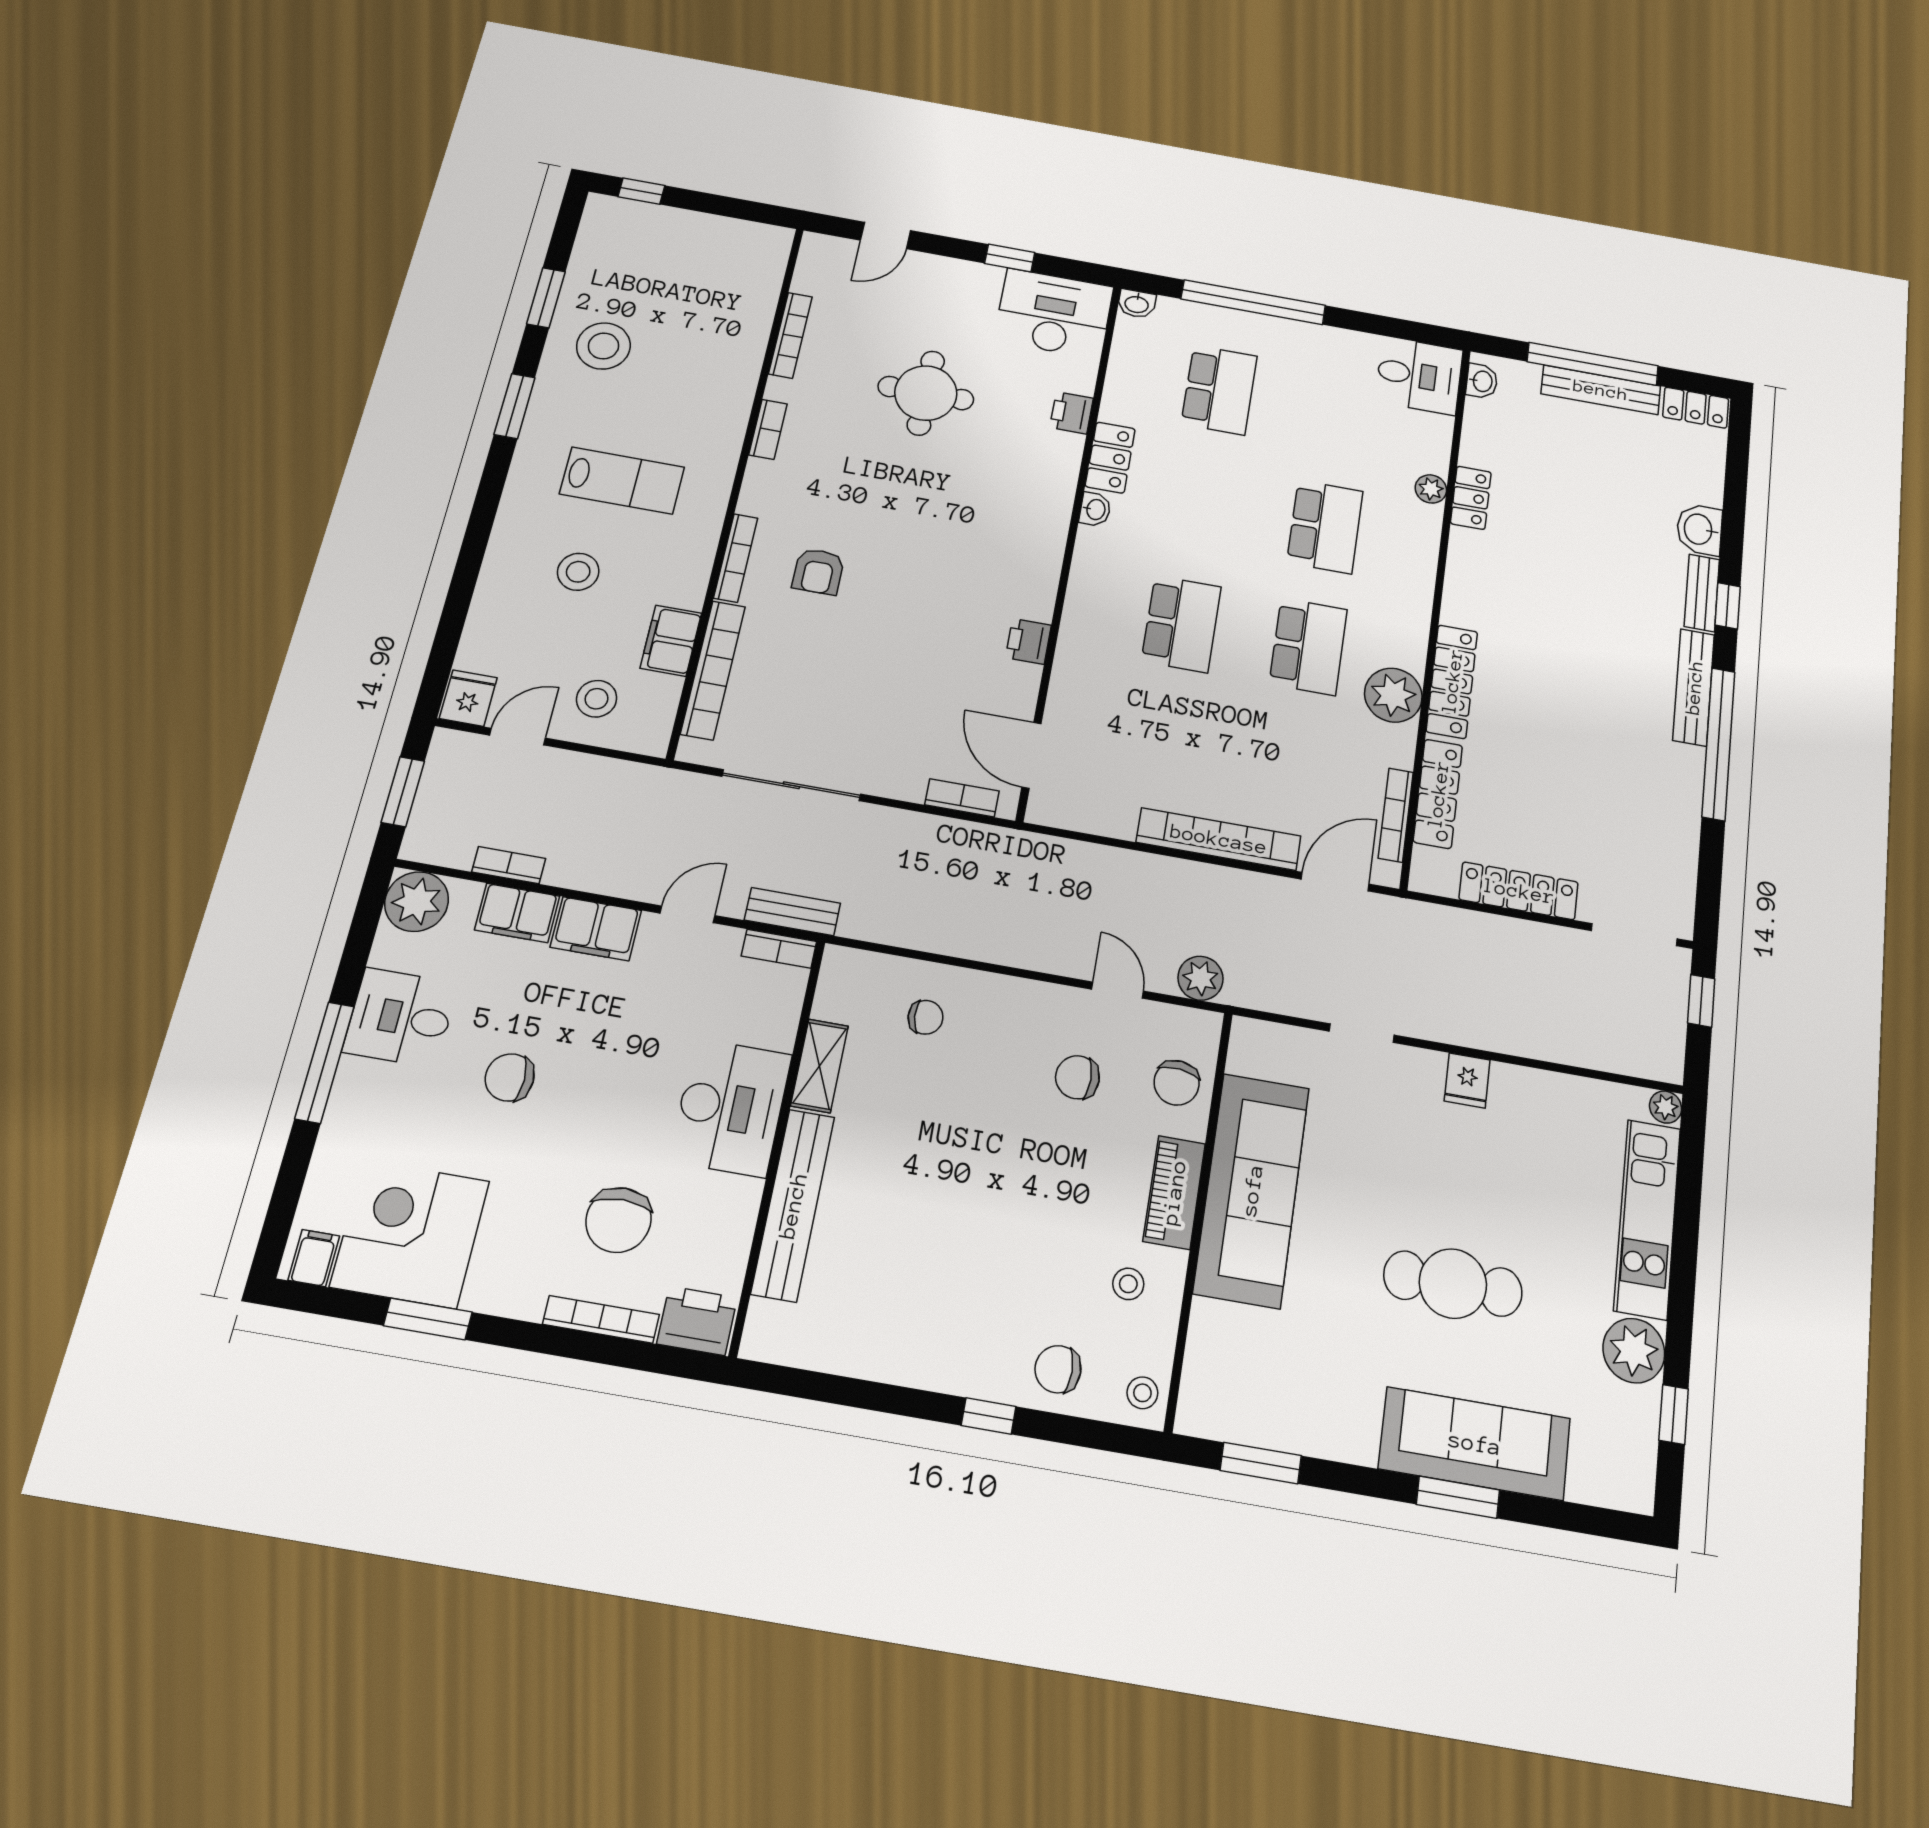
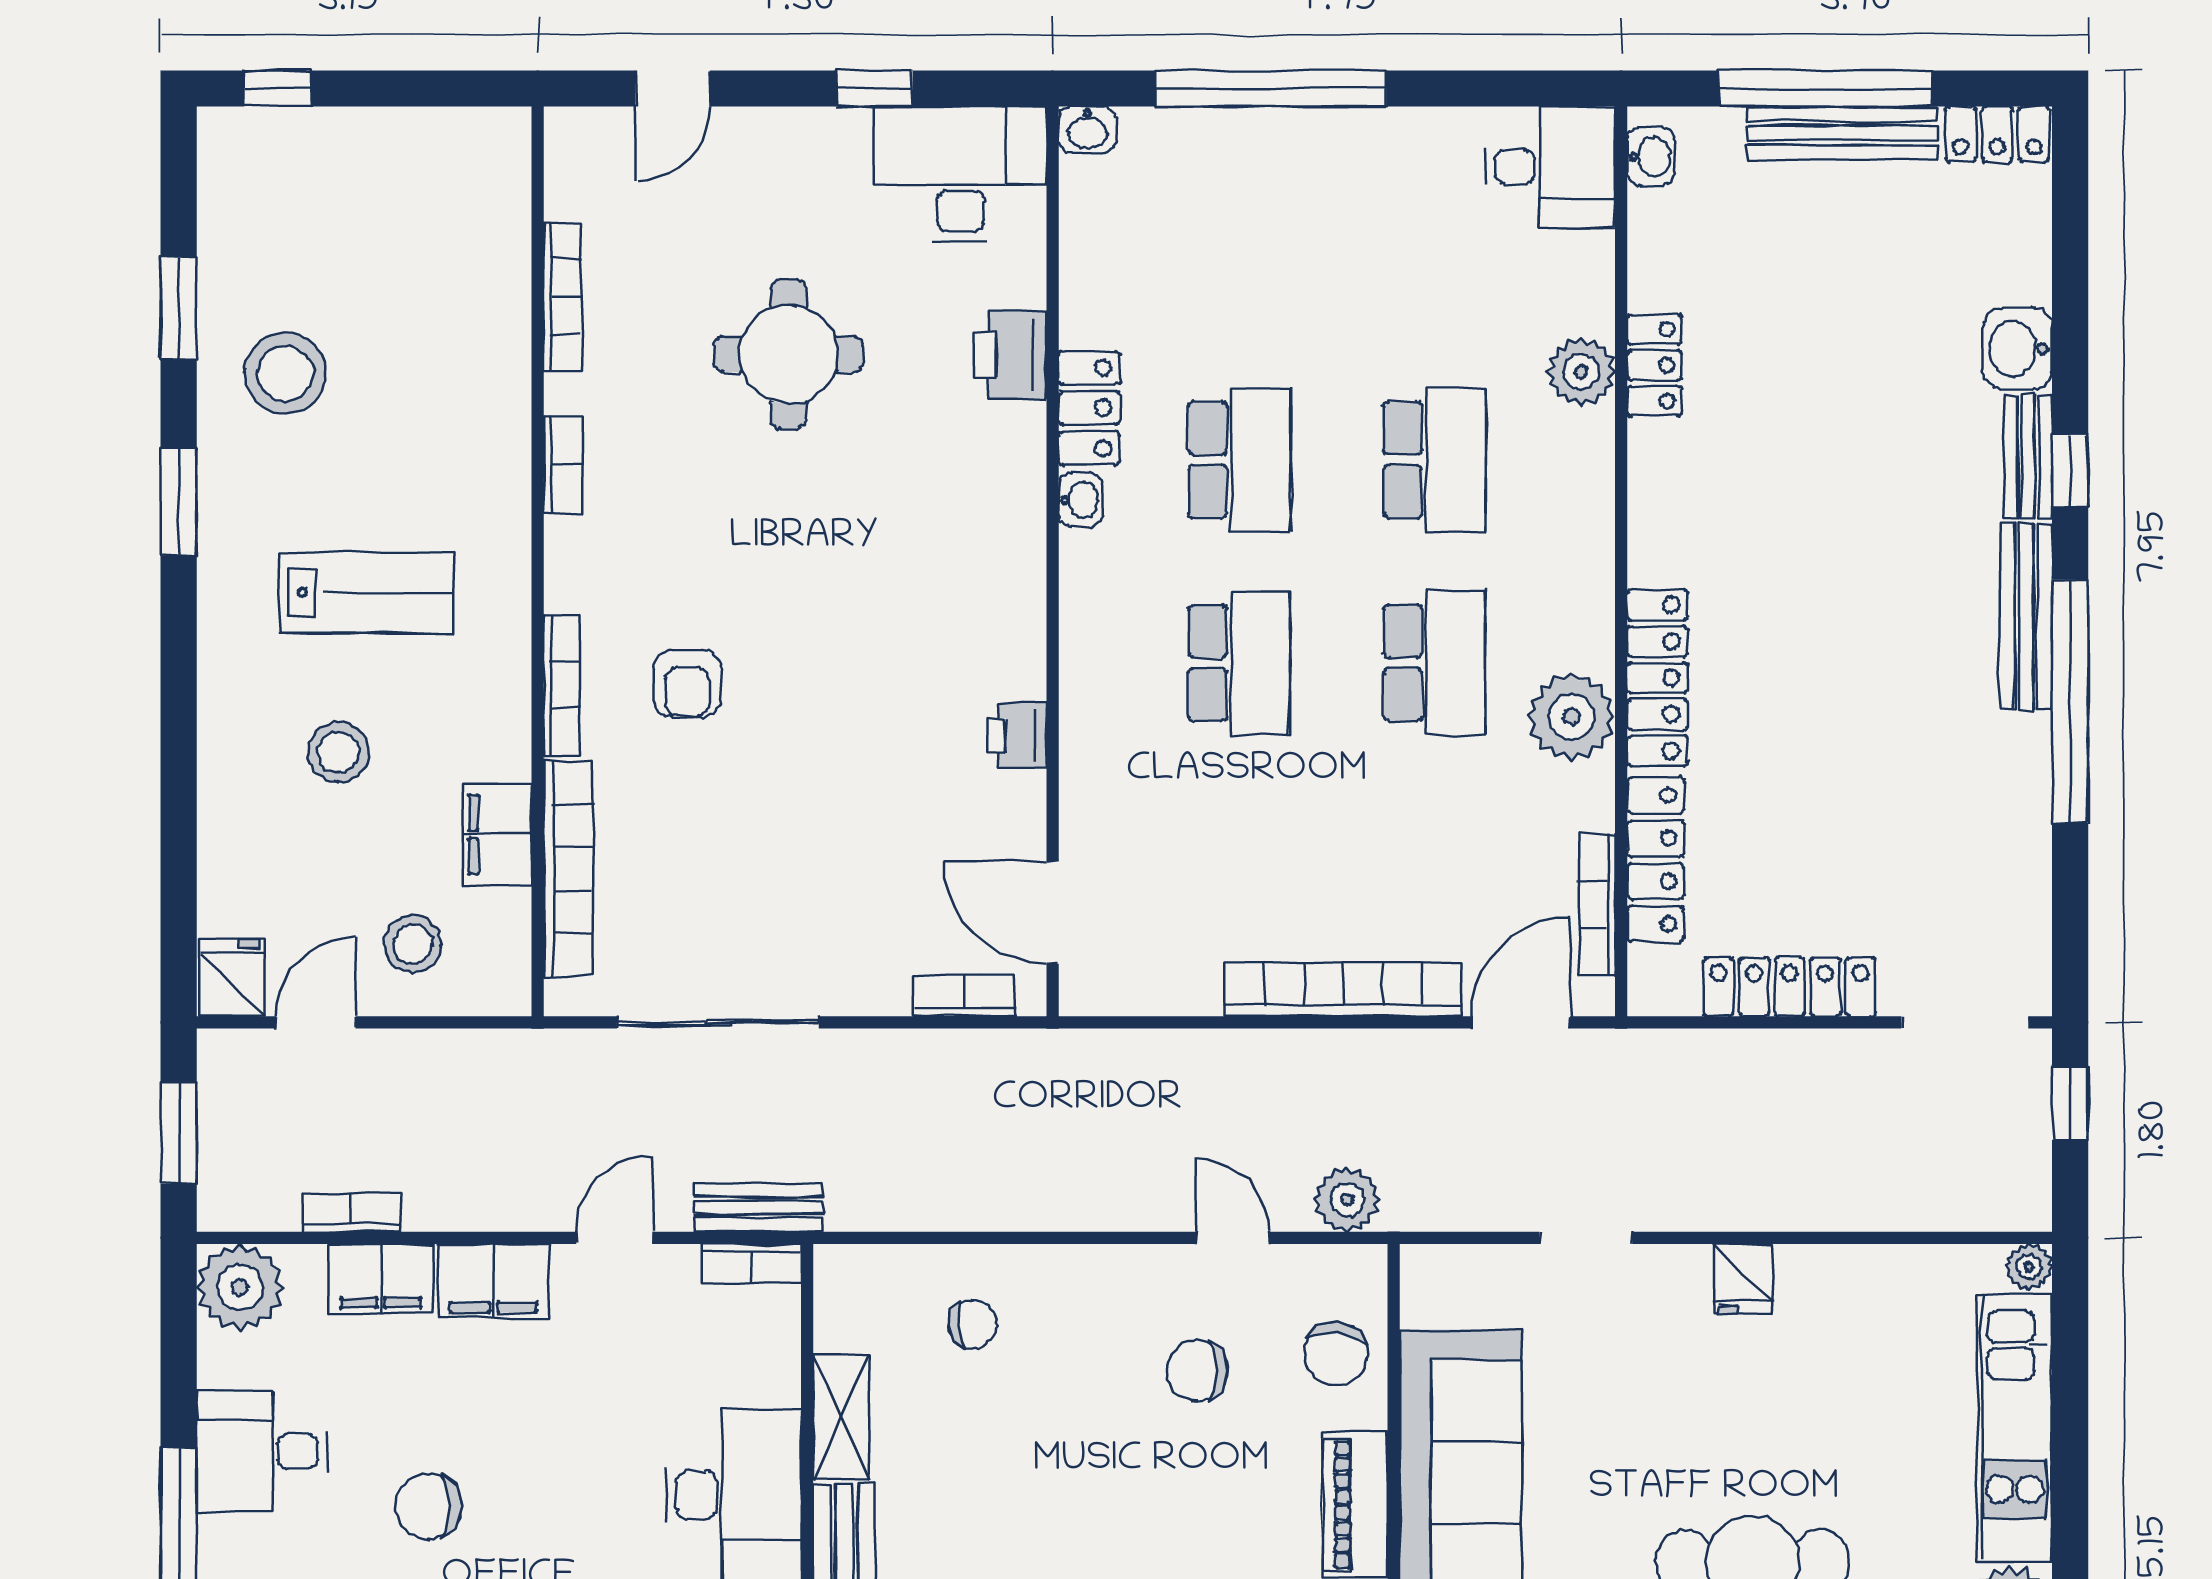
school desk: (1219, 390) -> (1239, 460), moved
printer: (1071, 413) -> (1010, 355), width x1.36, depth x1.24
plant: (1431, 489) -> (1581, 372), width x1.38, depth x1.38

